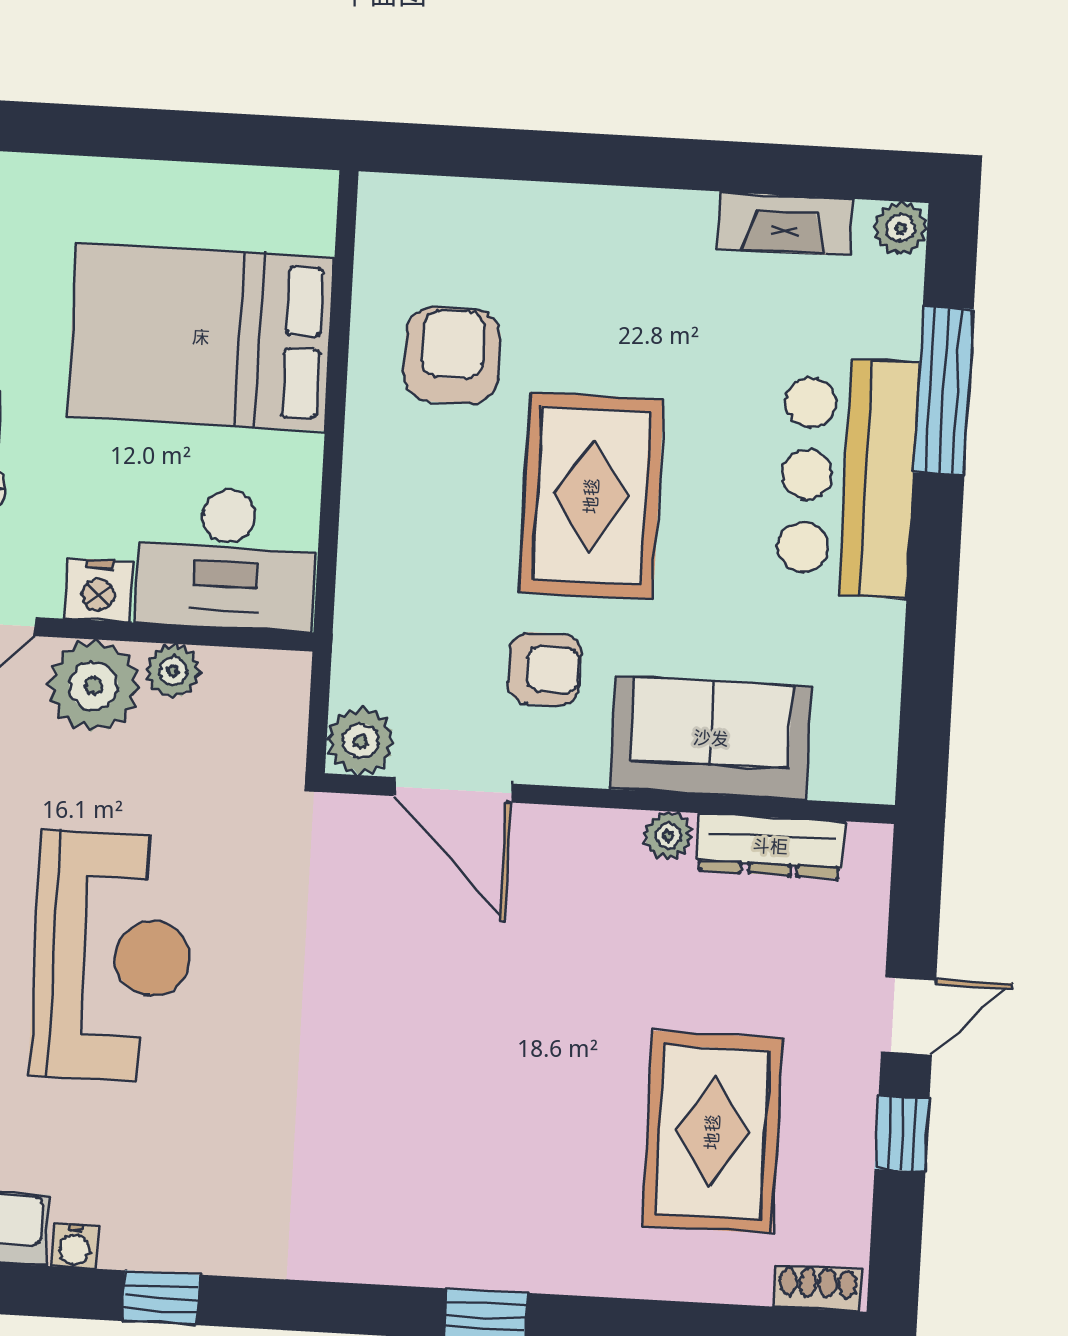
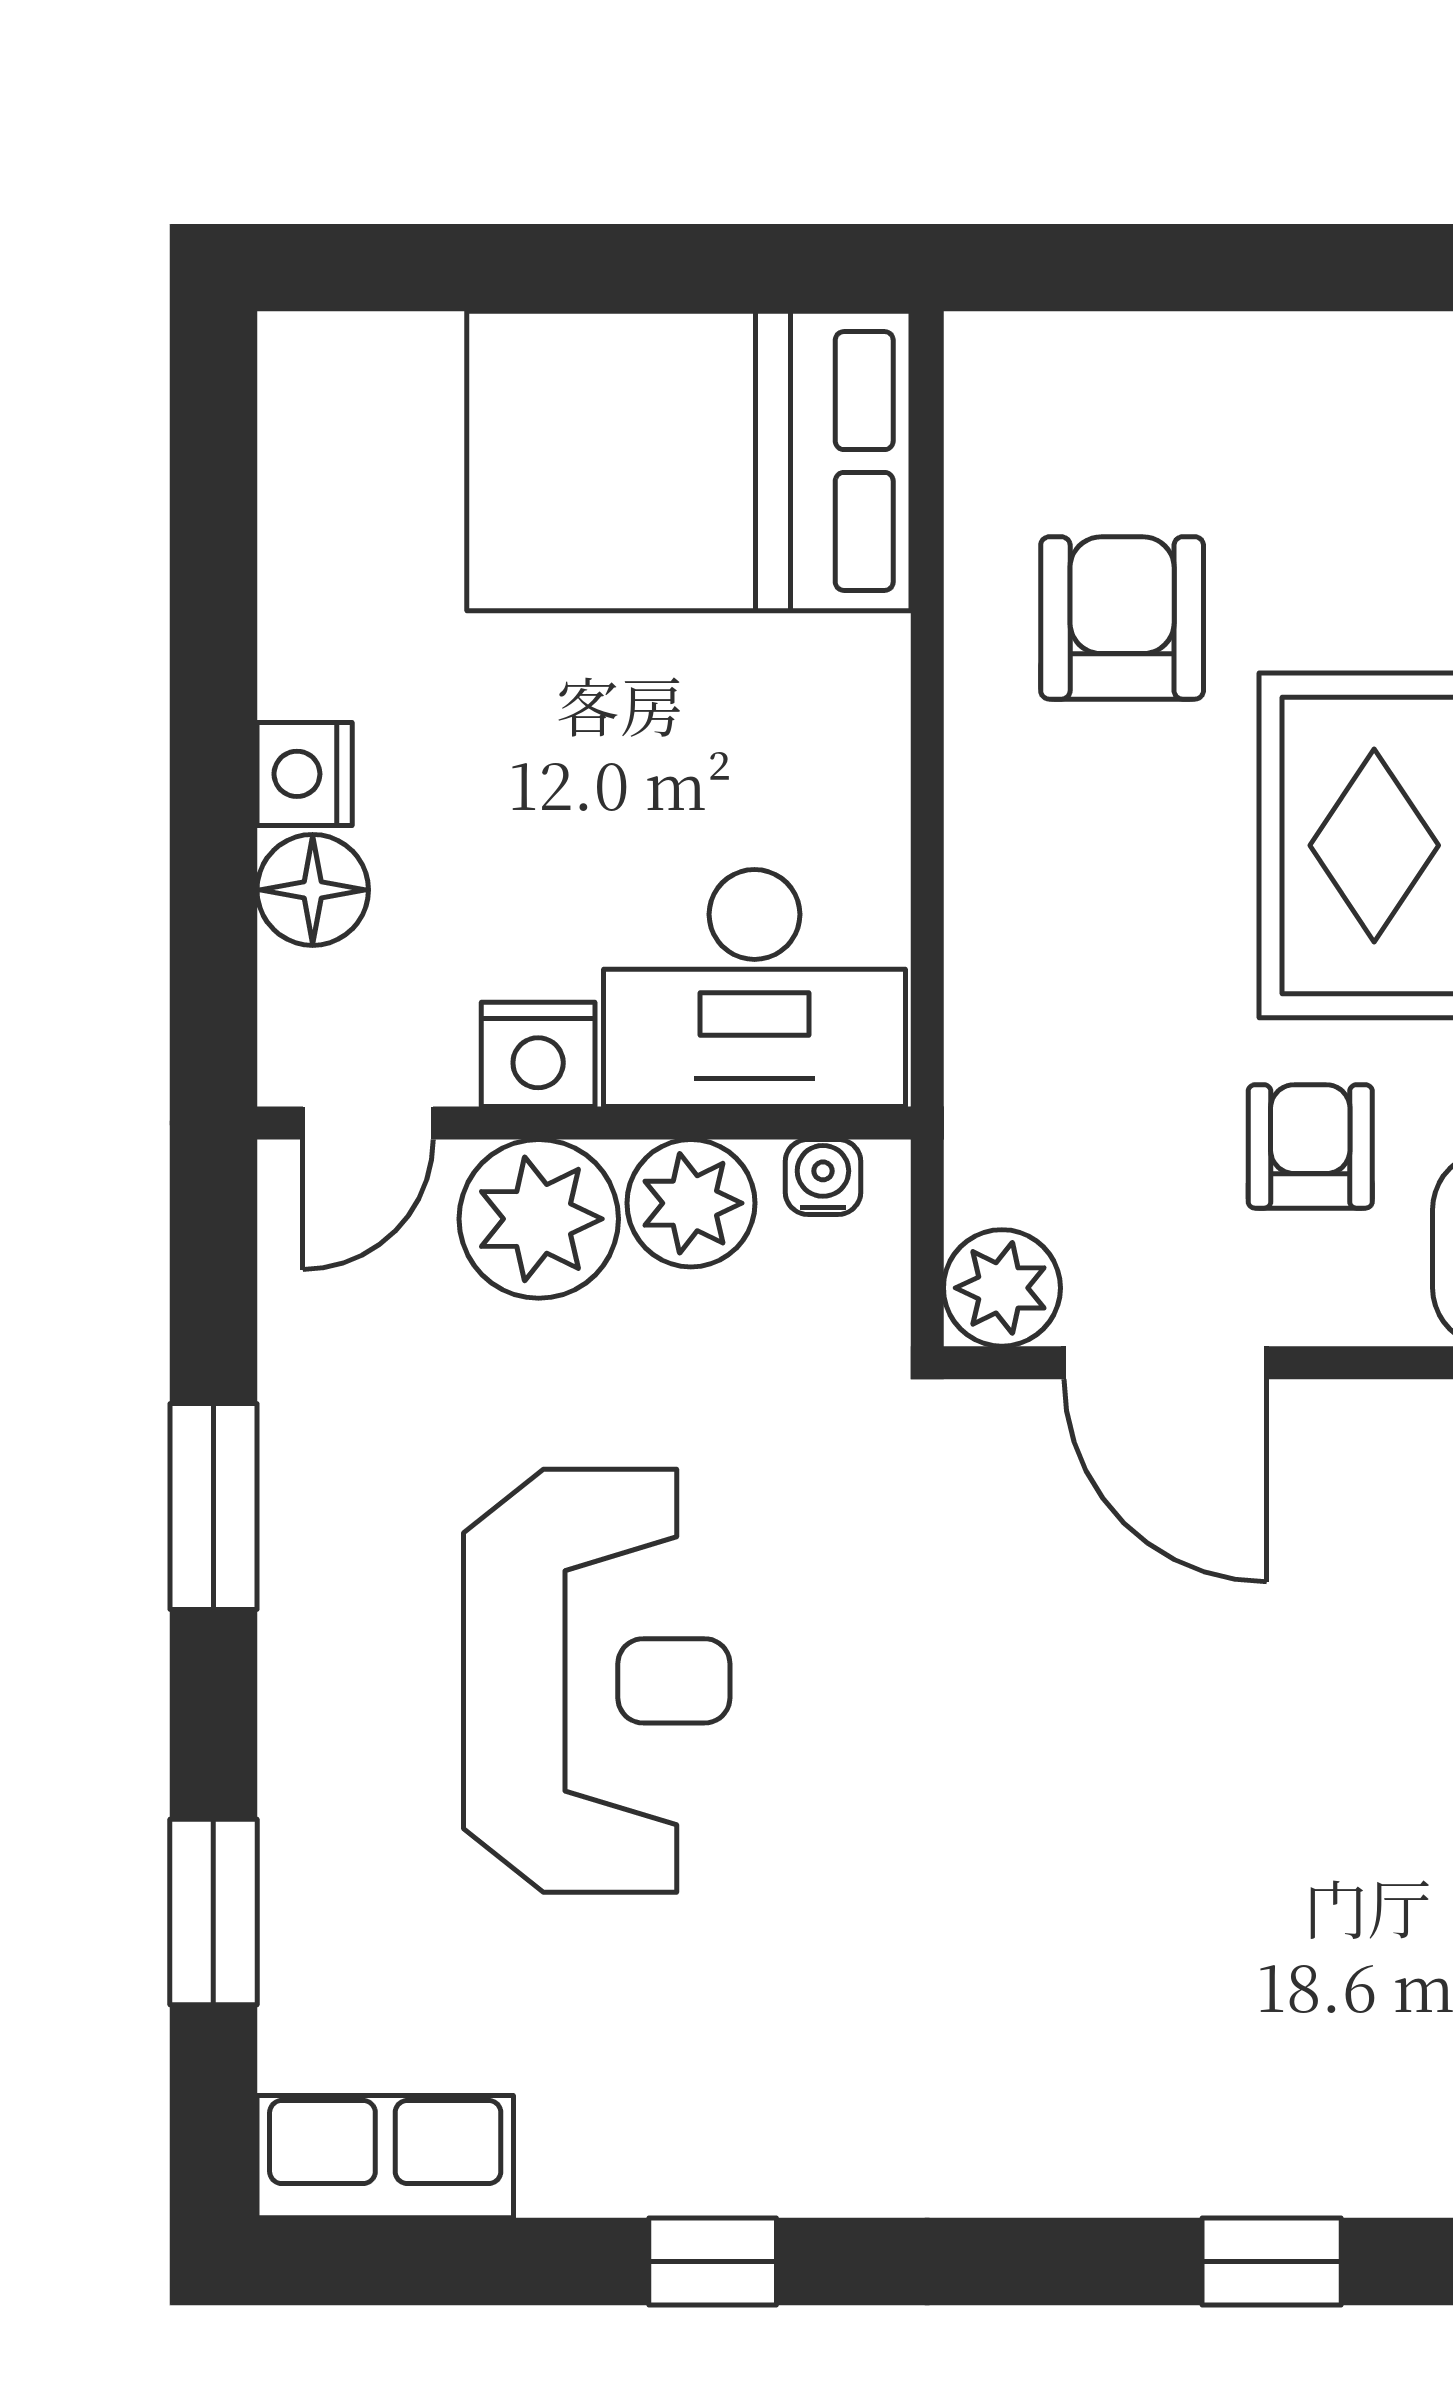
bed: (201, 337) -> (689, 461), moved
armchair: (545, 669) -> (1310, 1146), turned -90
plant: (173, 671) -> (691, 1203), width x1.38, depth x1.38
water cooler: (74, 1246) -> (823, 1177), moved, turned 180

